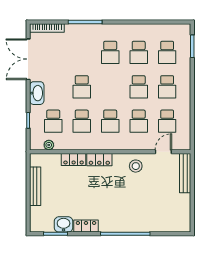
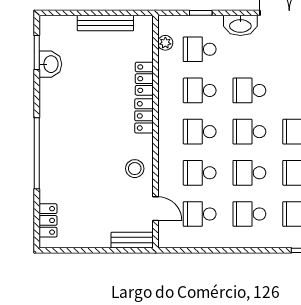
school desk: (110, 87) -> (249, 132), added
bench: (185, 173) -> (132, 240), width x0.73
locker: (86, 226) -> (48, 220), moved

